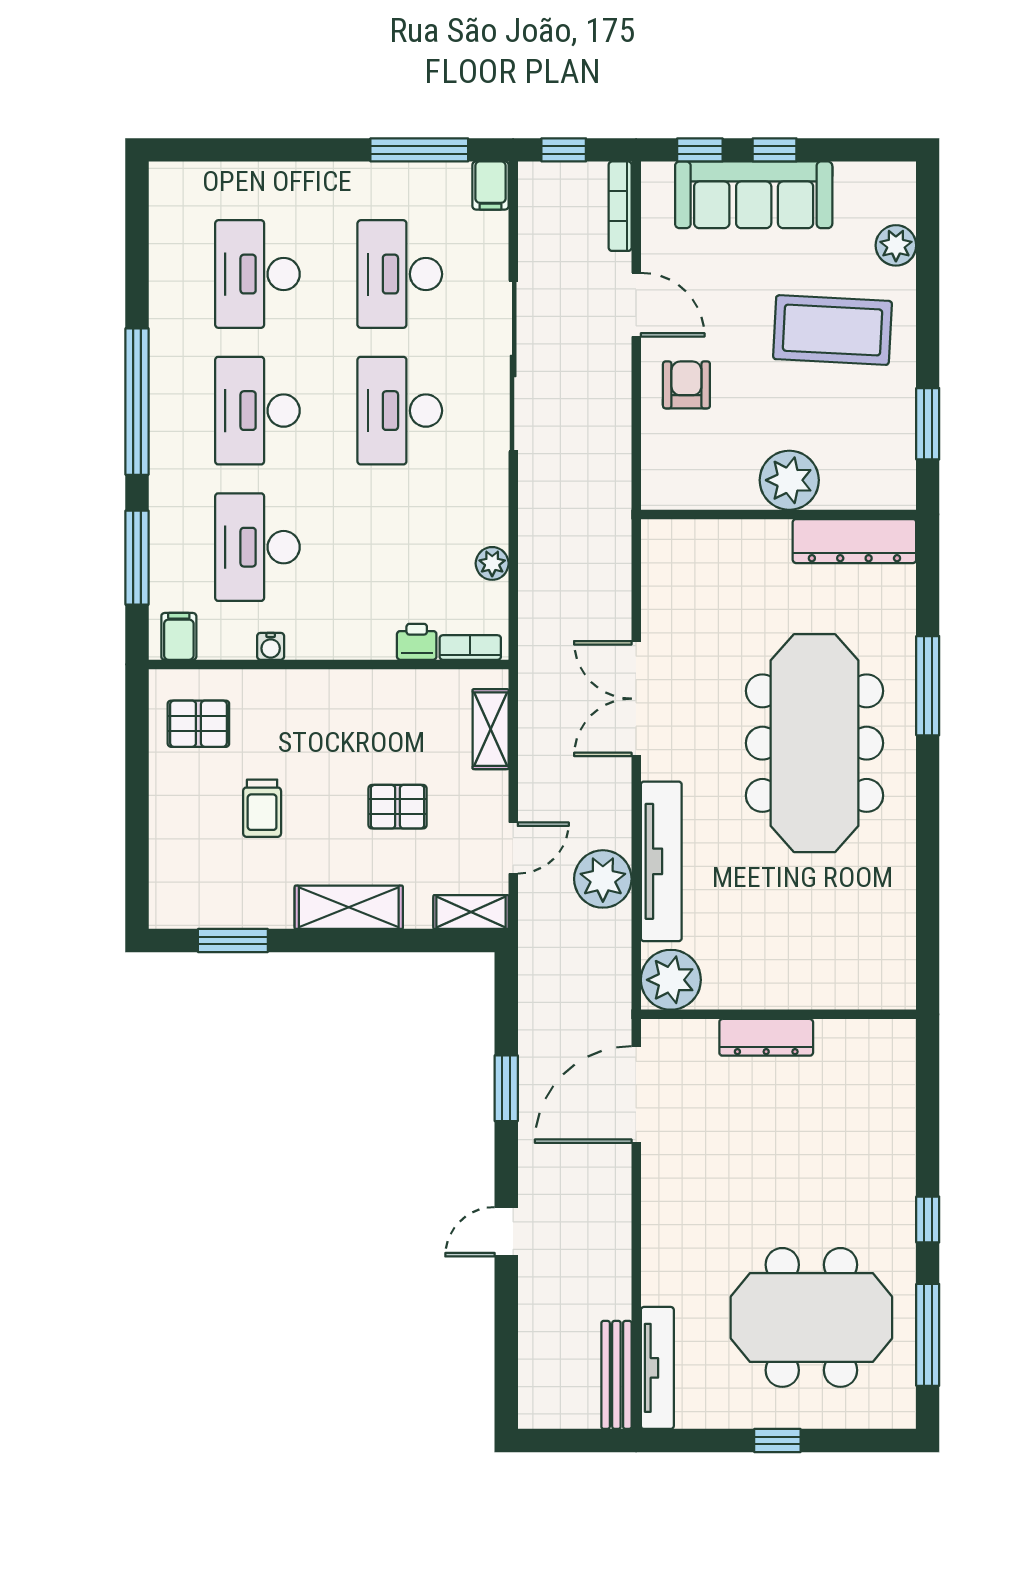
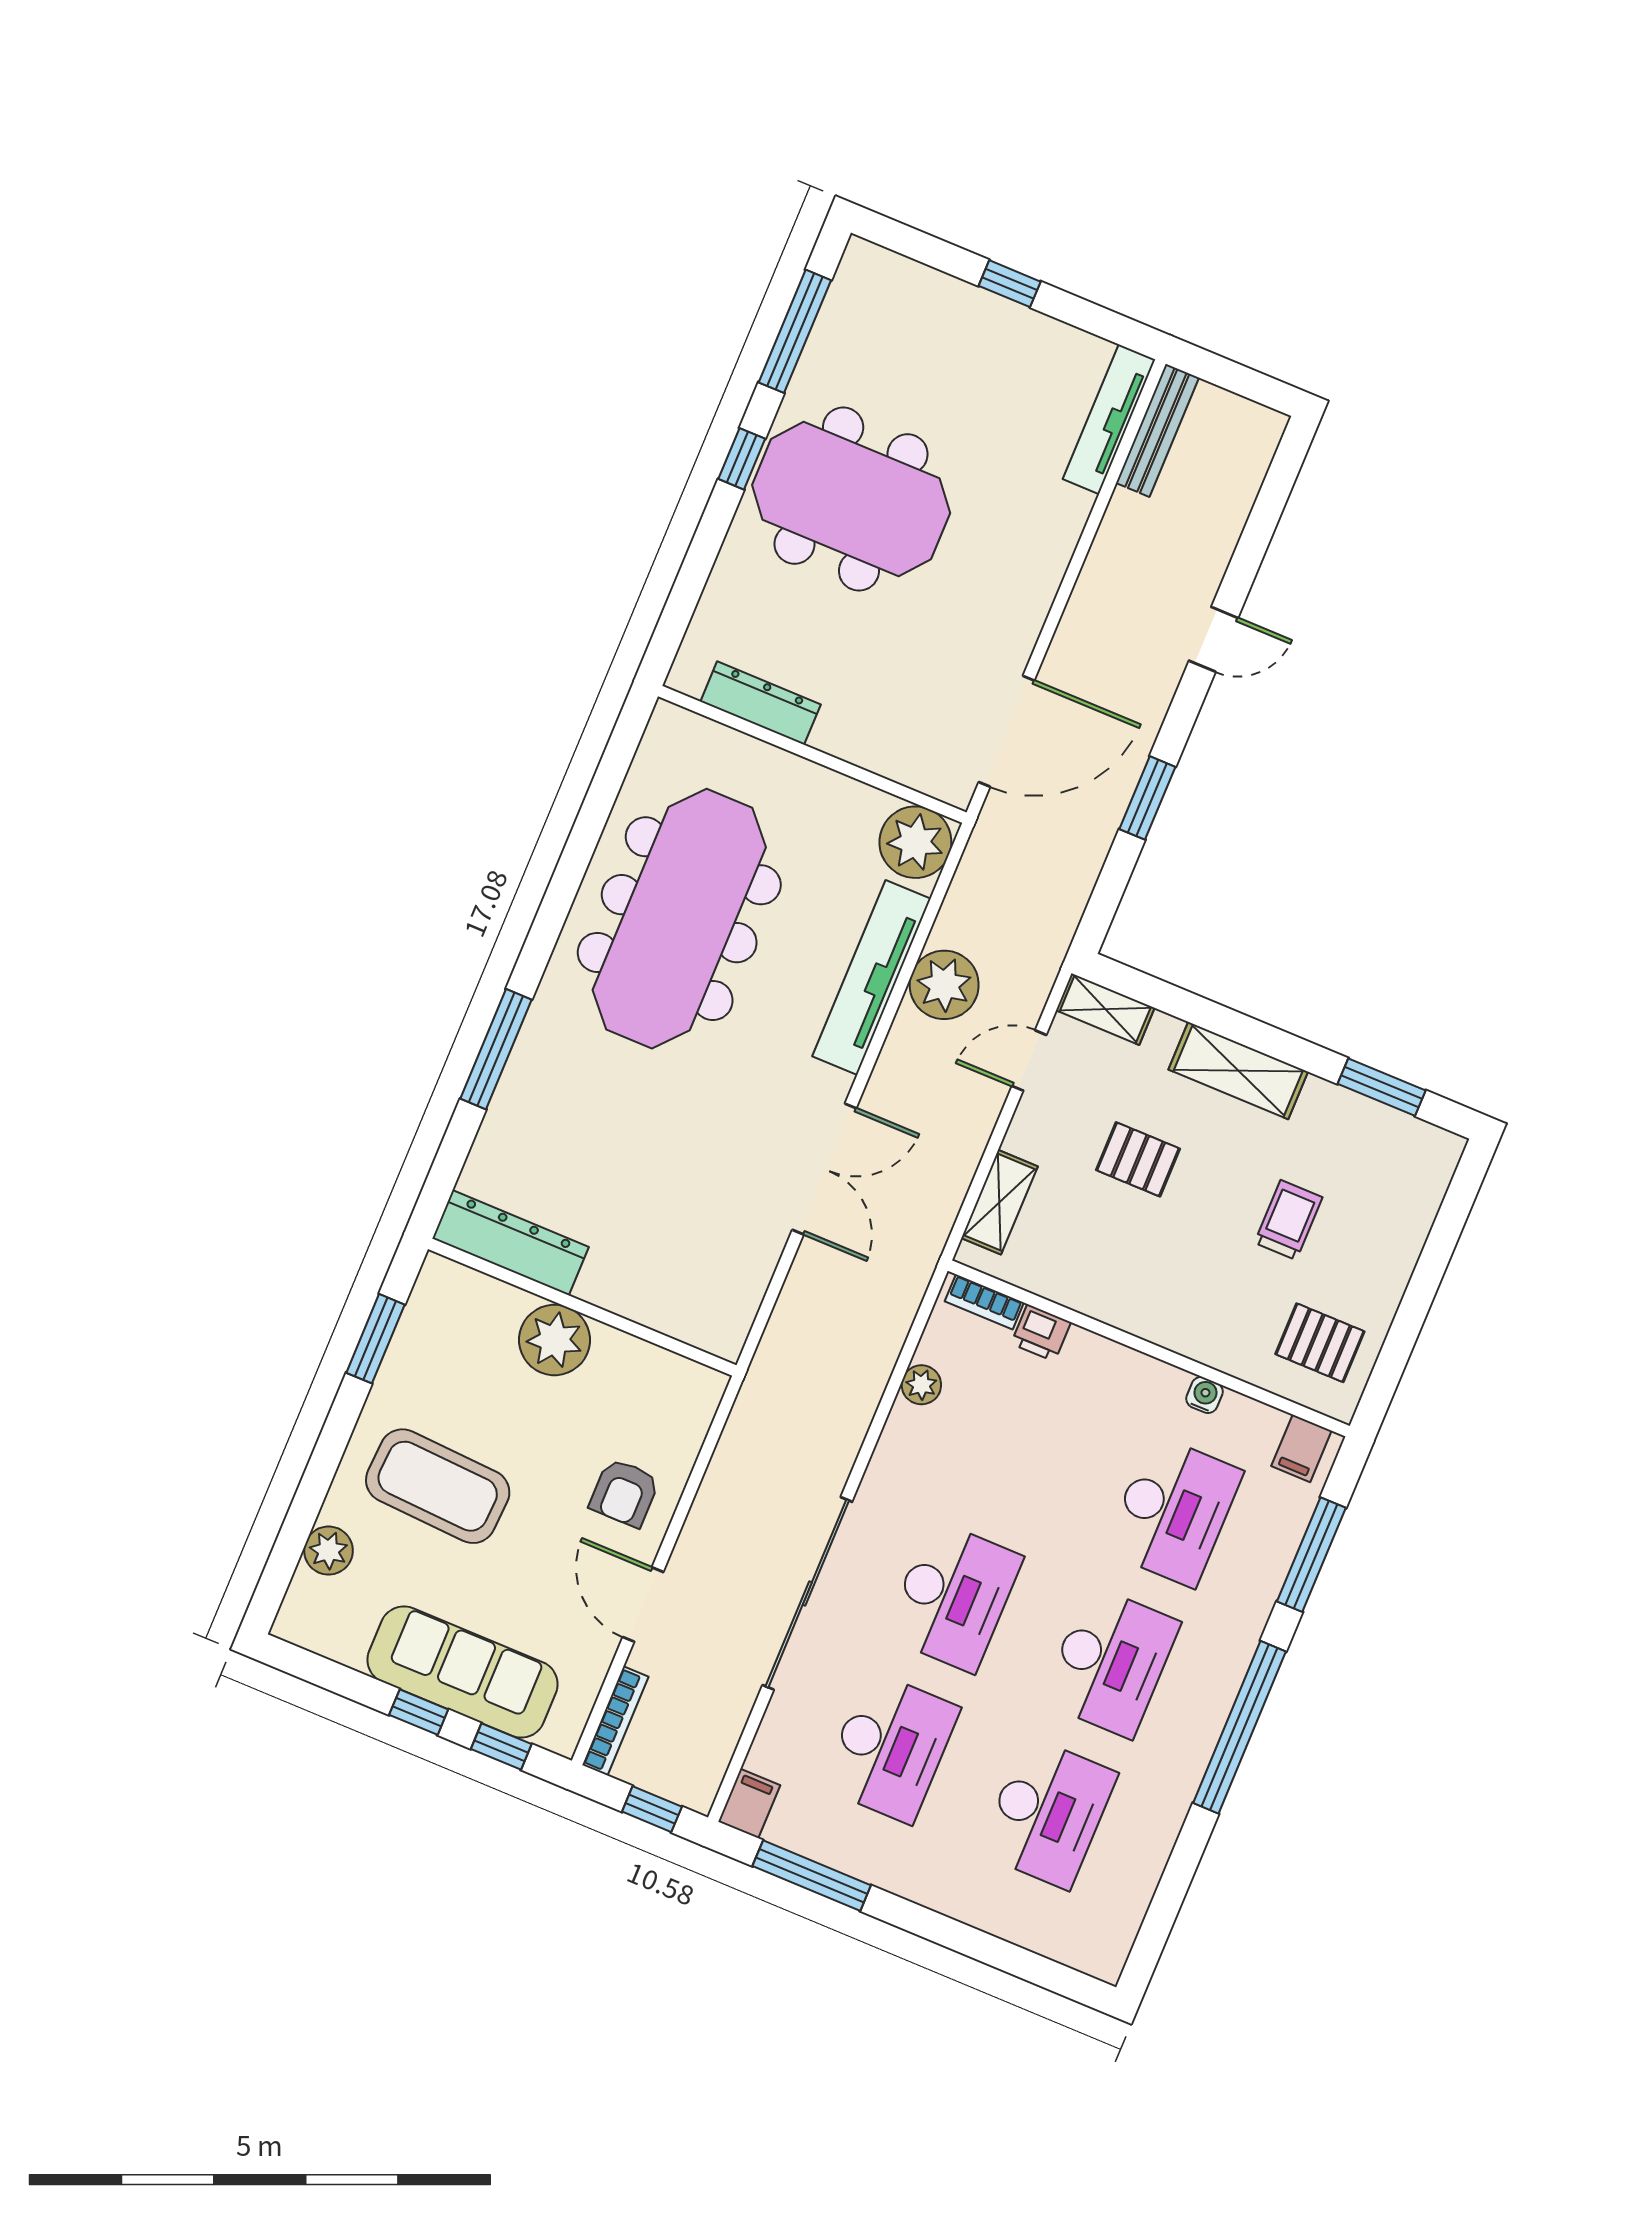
meeting table: (814, 743) -> (679, 919), moved
dresser: (766, 1037) -> (761, 703), moved
meeting table: (811, 1317) -> (851, 499), moved

